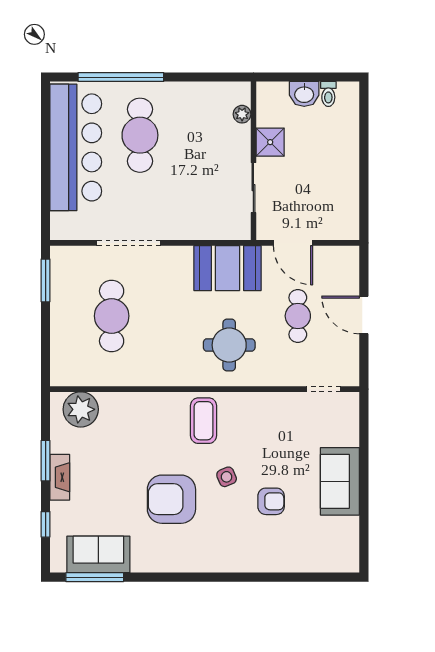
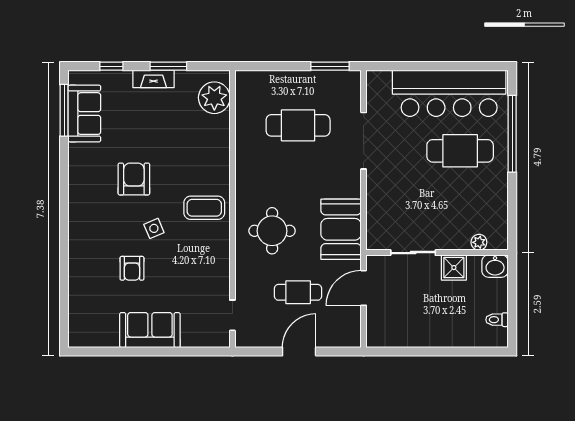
washbasin: (304, 94) -> (495, 266), moved, turned -90
armchair: (171, 499) -> (134, 179), width x0.73, depth x0.73

